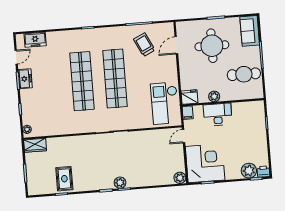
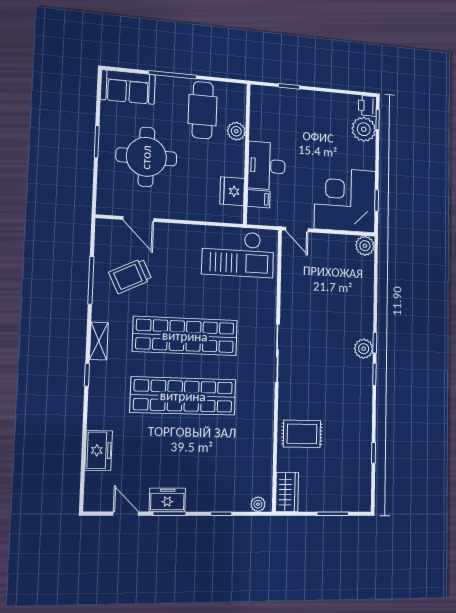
shelving: (107, 32) -> (99, 341), added
freezer: (35, 40) -> (99, 450), moved
plant: (214, 96) -> (236, 131), moved
fridge: (189, 97) -> (232, 191), moved
filing cabinet: (188, 113) -> (259, 199), moved
rug: (64, 179) -> (302, 434), moved

